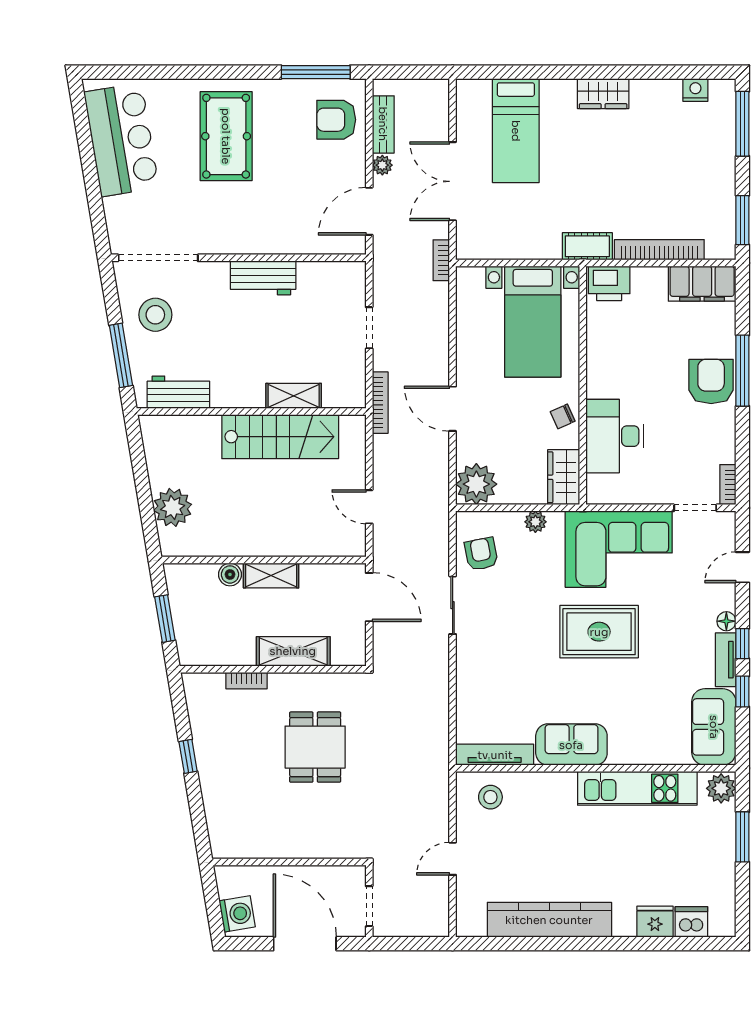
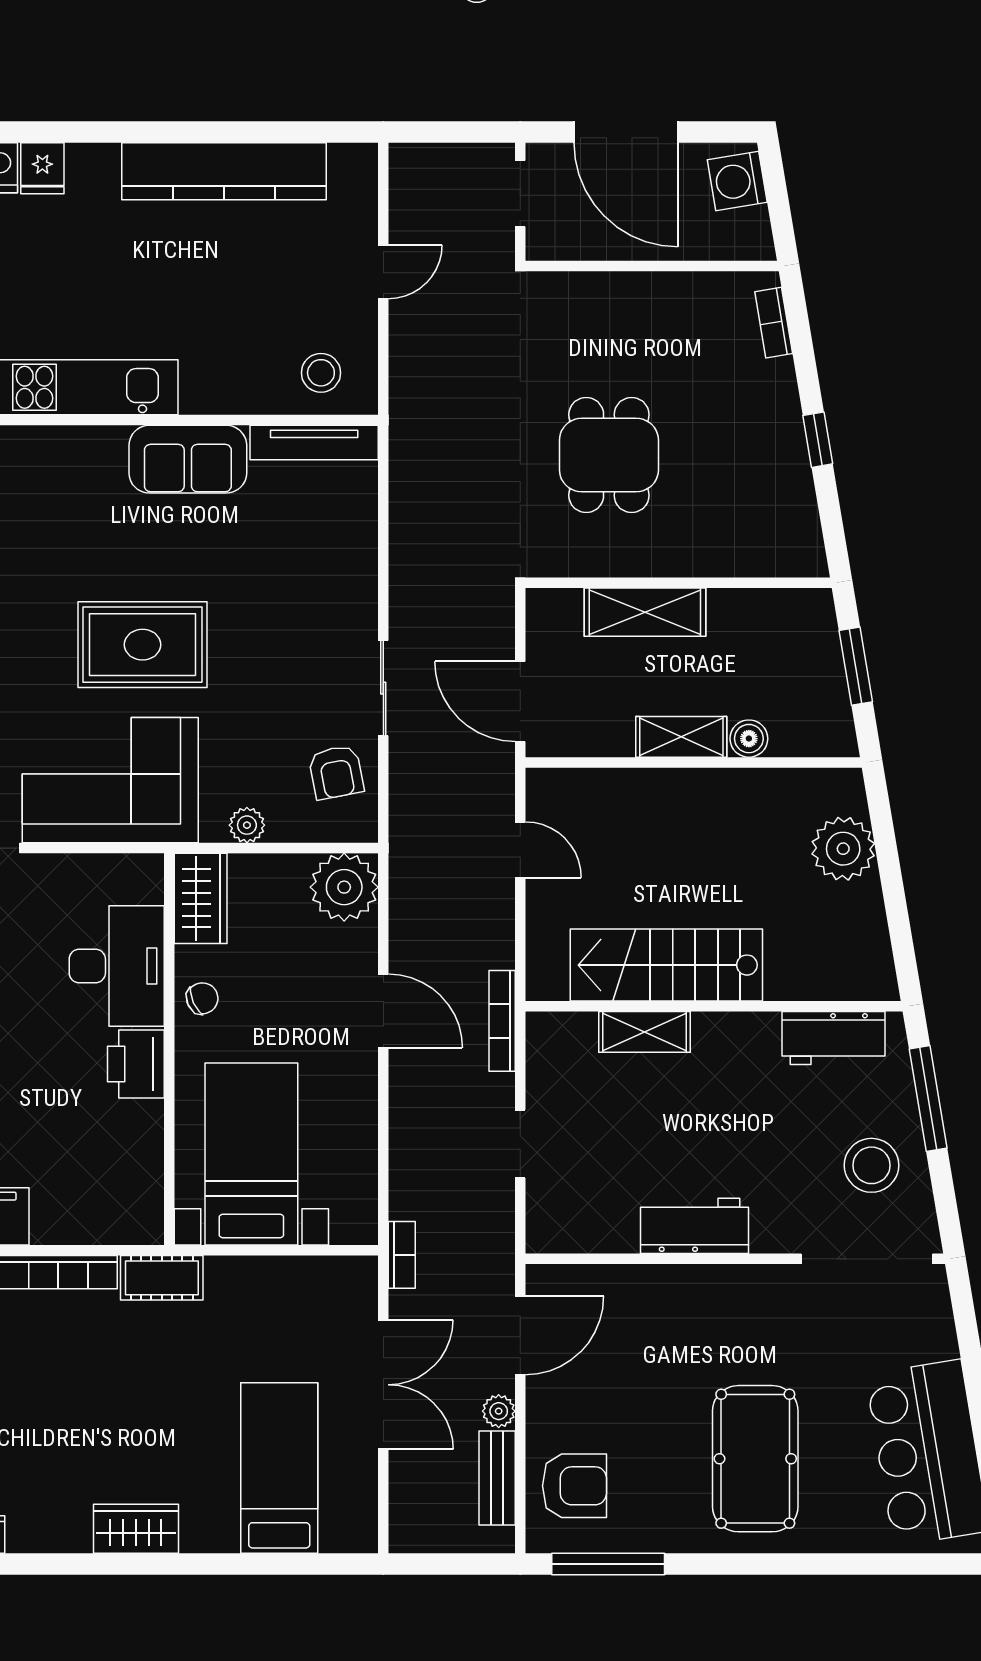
printer: (609, 283) -> (136, 1064), moved, turned -90
bookcase: (246, 681) -> (774, 323), moved, turned -100
fridge: (655, 922) -> (42, 168), width x0.72

